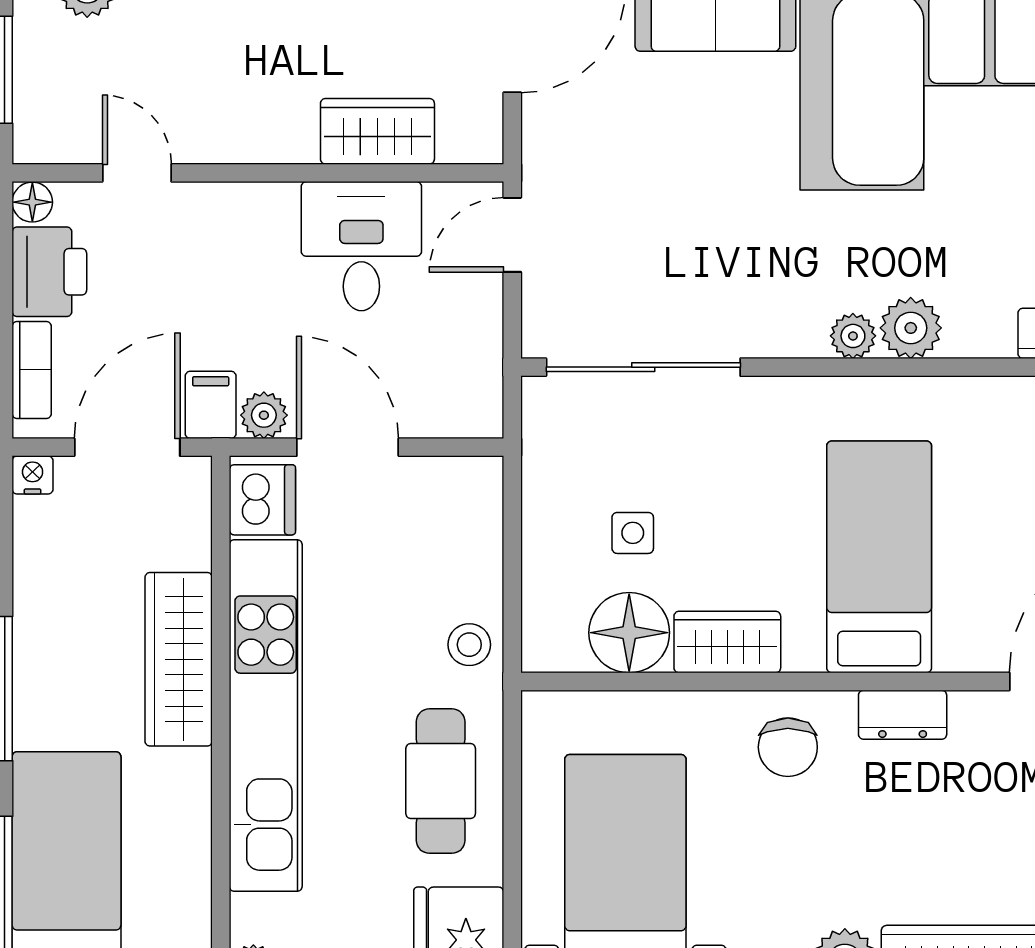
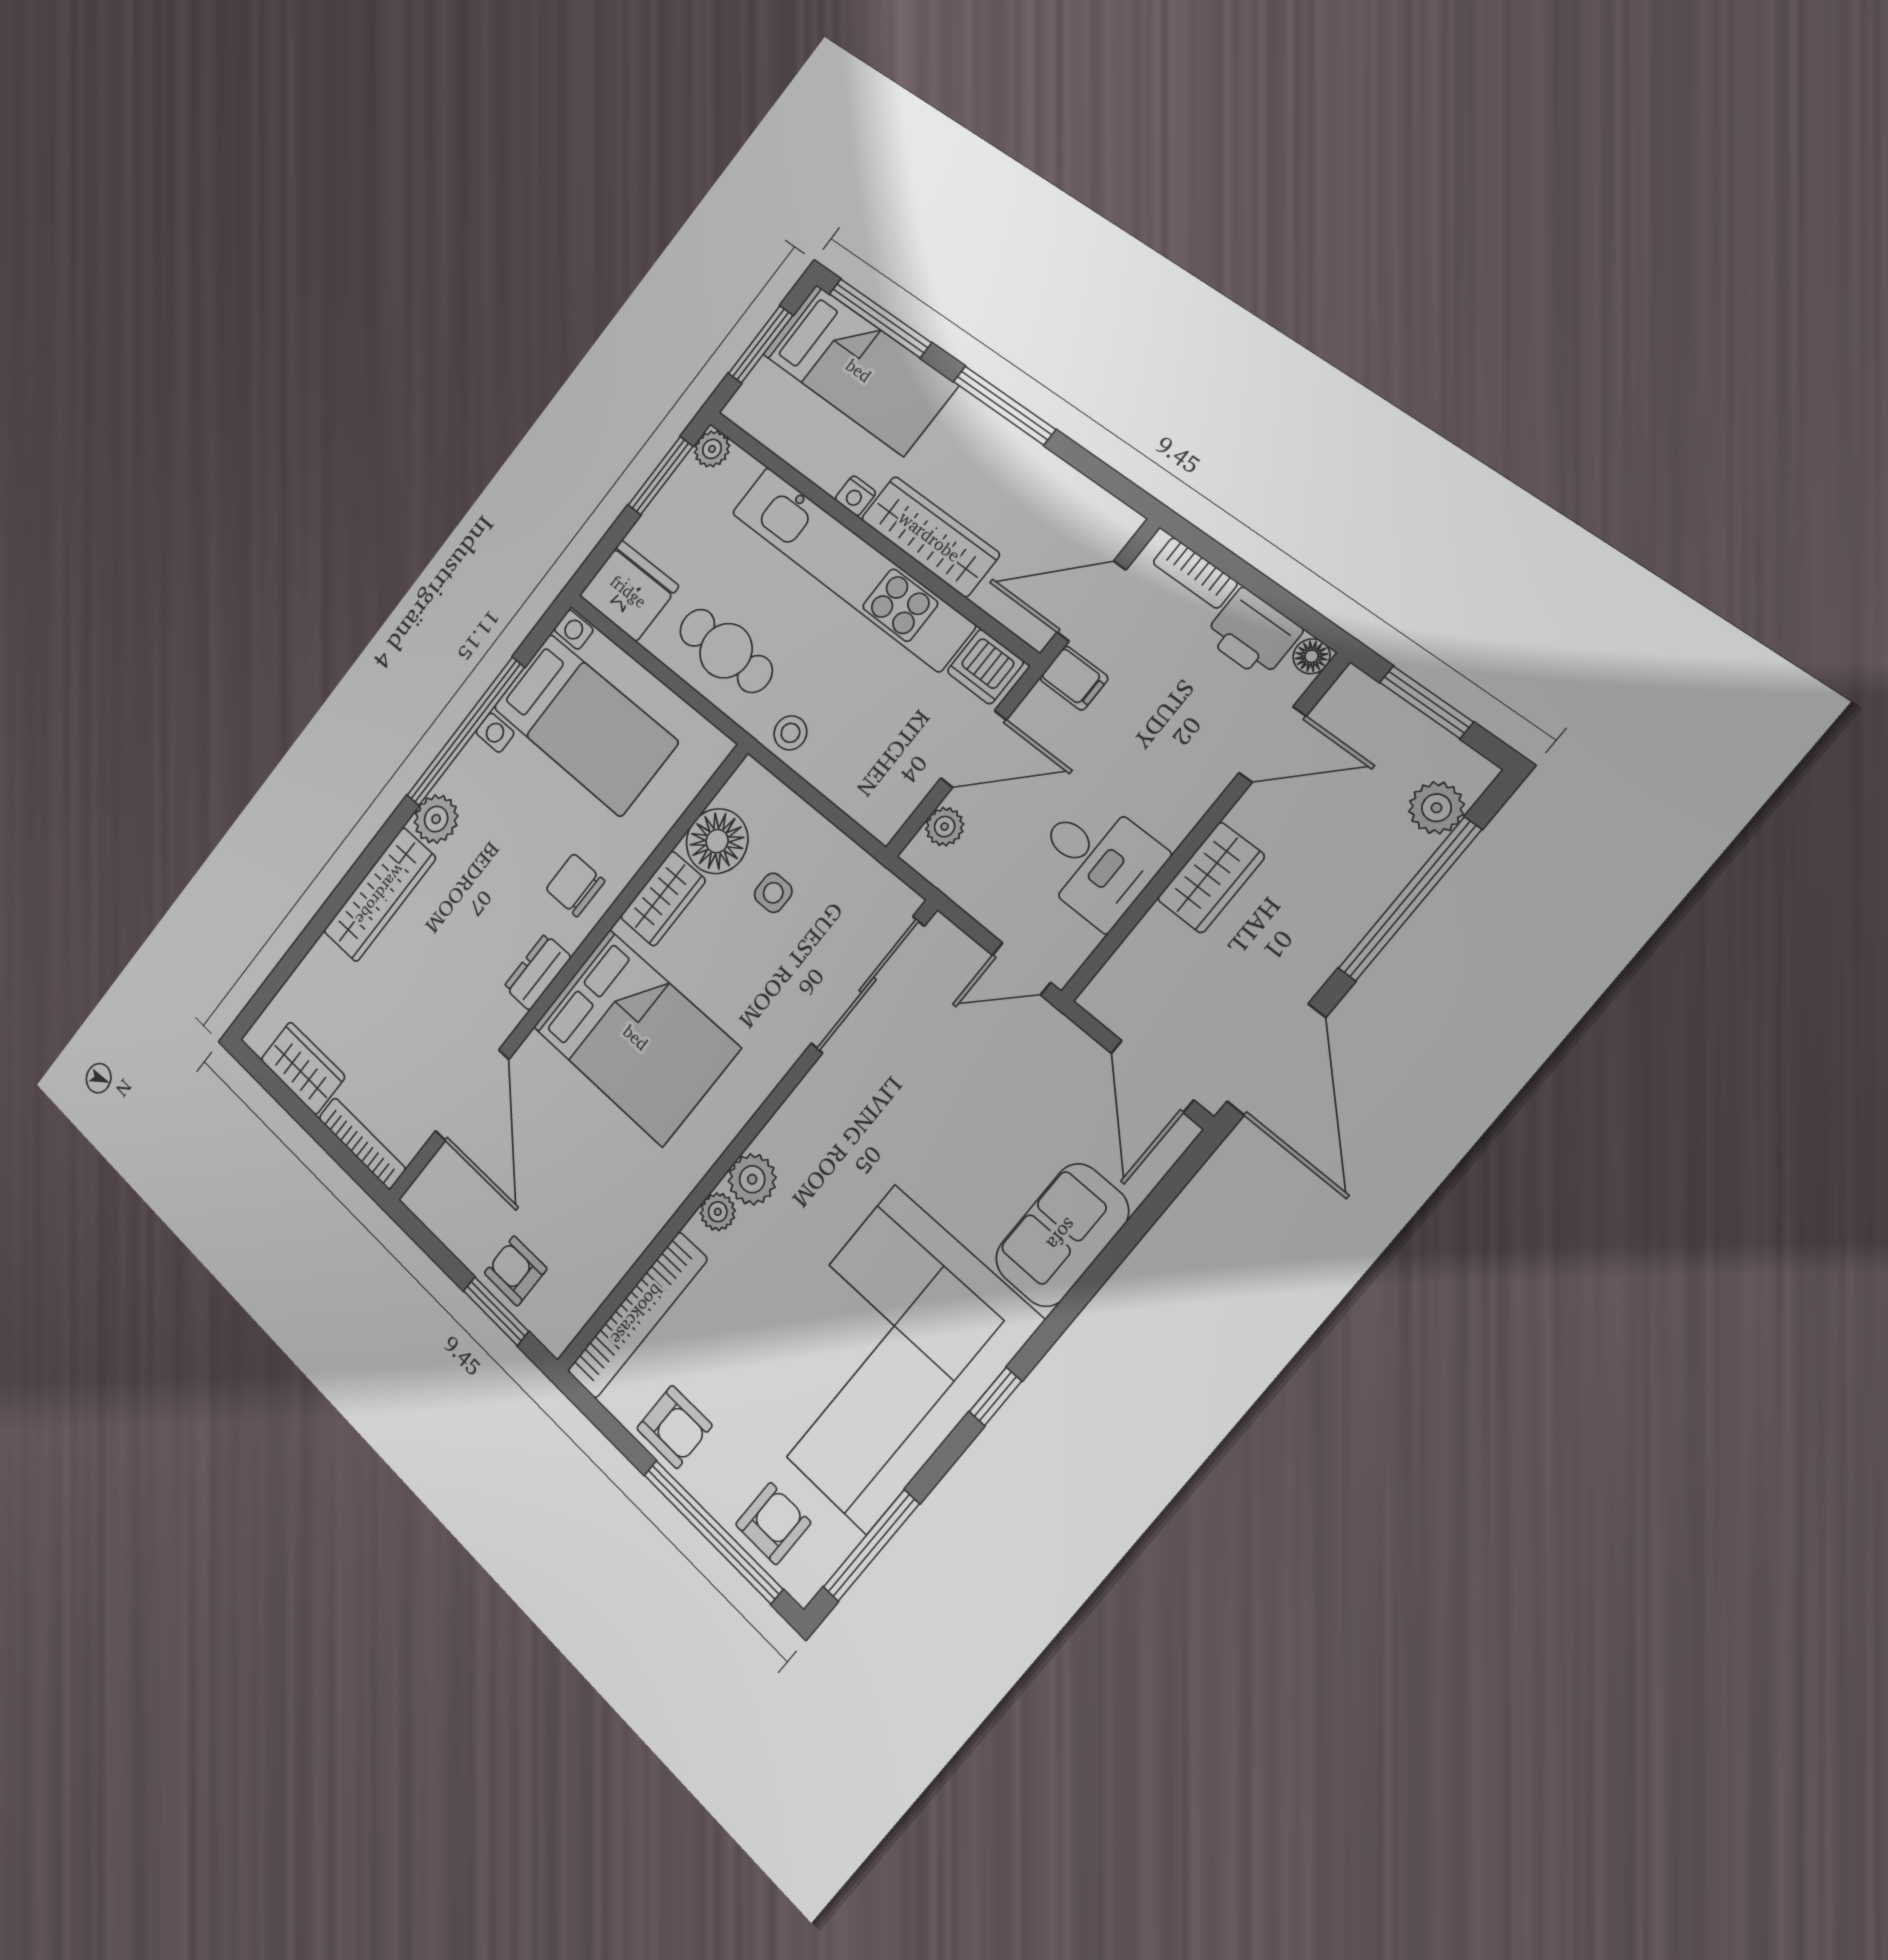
wardrobe: (377, 131) -> (1211, 878), moved
door: (137, 173) -> (1273, 745), width x1.37
door: (512, 235) -> (1021, 969), swing flipped
plant: (853, 336) -> (718, 1212), moved
plant: (264, 415) -> (945, 827), moved
door: (127, 447) -> (1091, 601), swing flipped
nightstand: (33, 475) -> (855, 496), moved, turned 90
bed: (879, 557) -> (636, 1037), width x1.50

